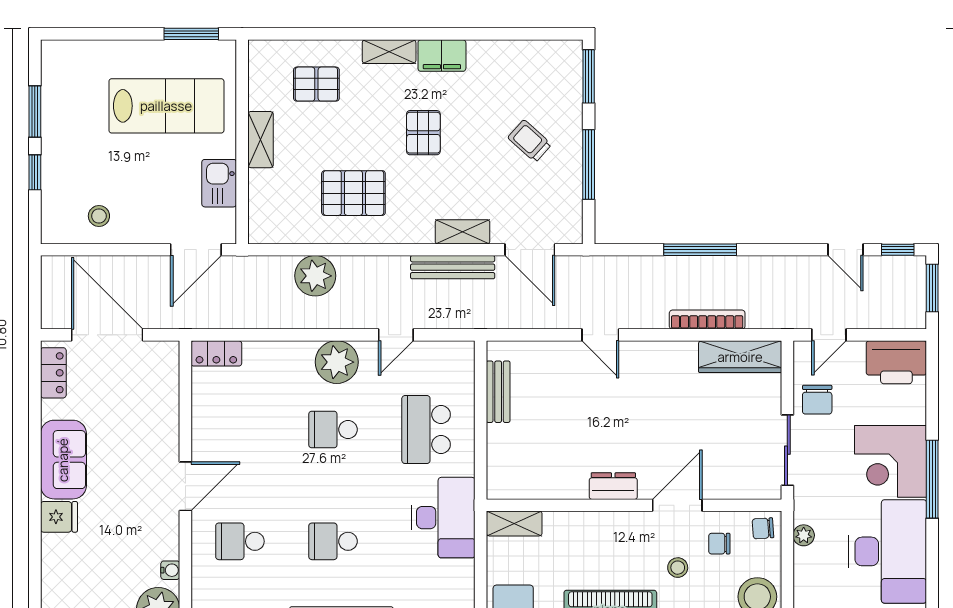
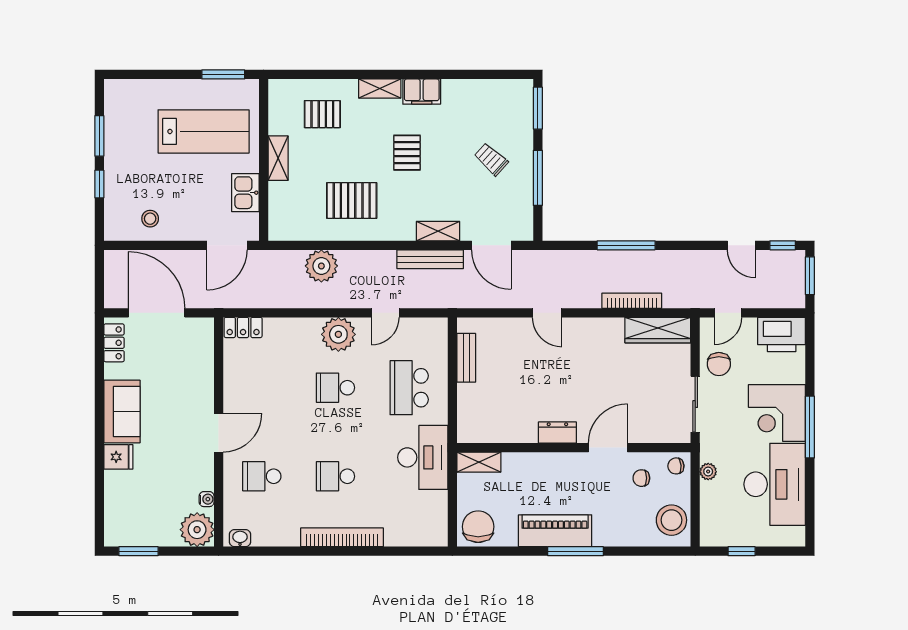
stool: (678, 568) -> (608, 497), removed

